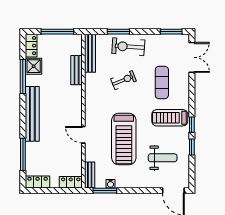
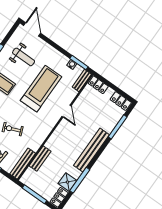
weight bench: (163, 158) -> (24, 57), turned 180

